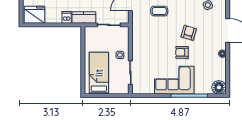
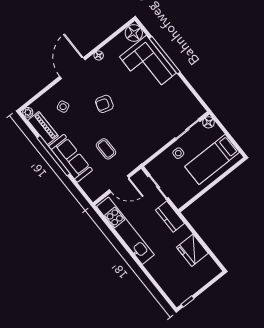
fridge: (35, 15) -> (192, 250), moved
dishwasher: (67, 17) -> (183, 233), removed
armchair: (182, 52) -> (128, 95), removed
corner sofa: (174, 80) -> (148, 65), moved
floor lamp: (124, 90) -> (208, 122), added

